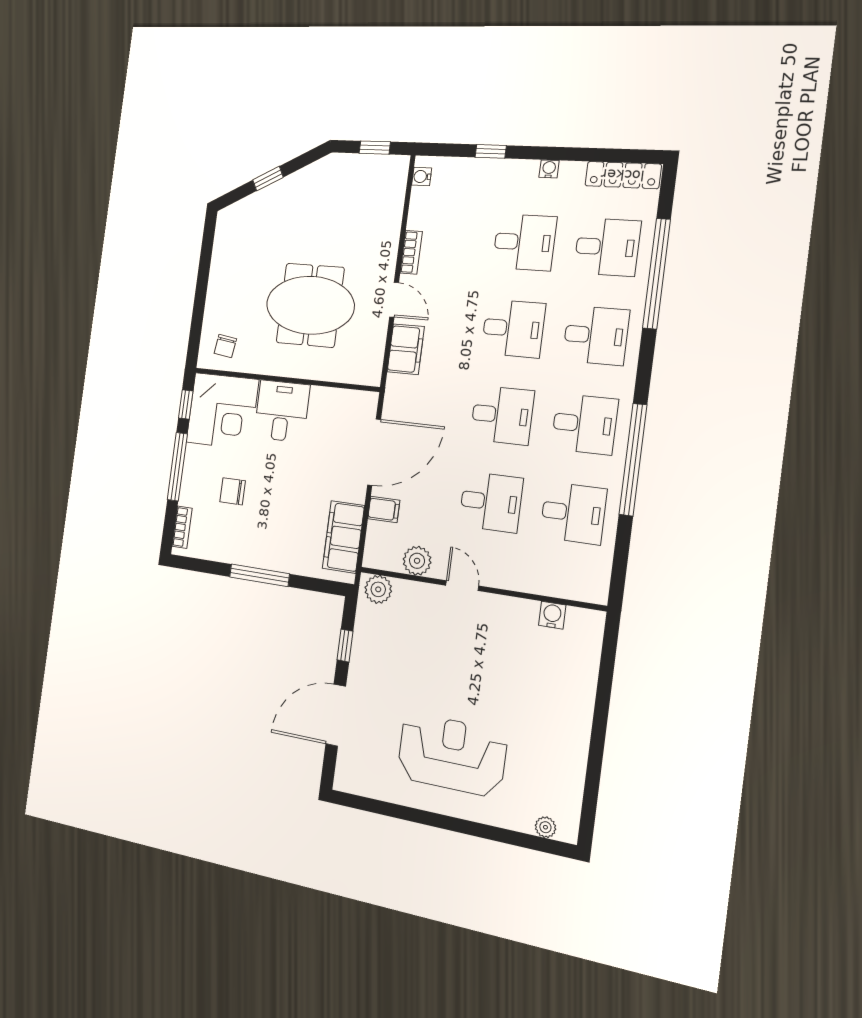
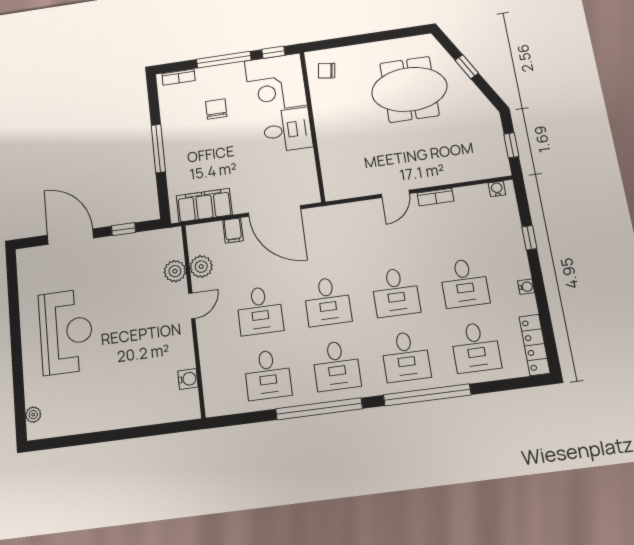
window: (657, 274) -> (427, 395), moved
meeting table: (310, 305) -> (409, 89), moved, turned 90
filing cabinet: (406, 349) -> (359, 214), removed
plant: (378, 589) -> (175, 271), moved

